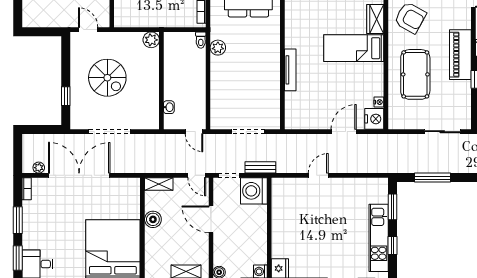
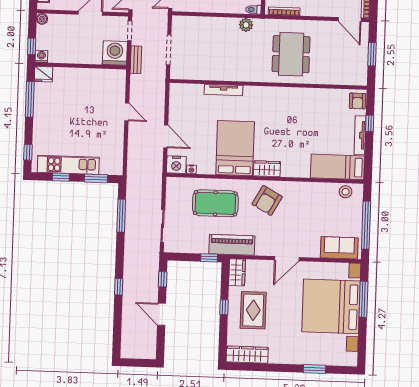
bed: (354, 48) -> (235, 148), width x1.50

